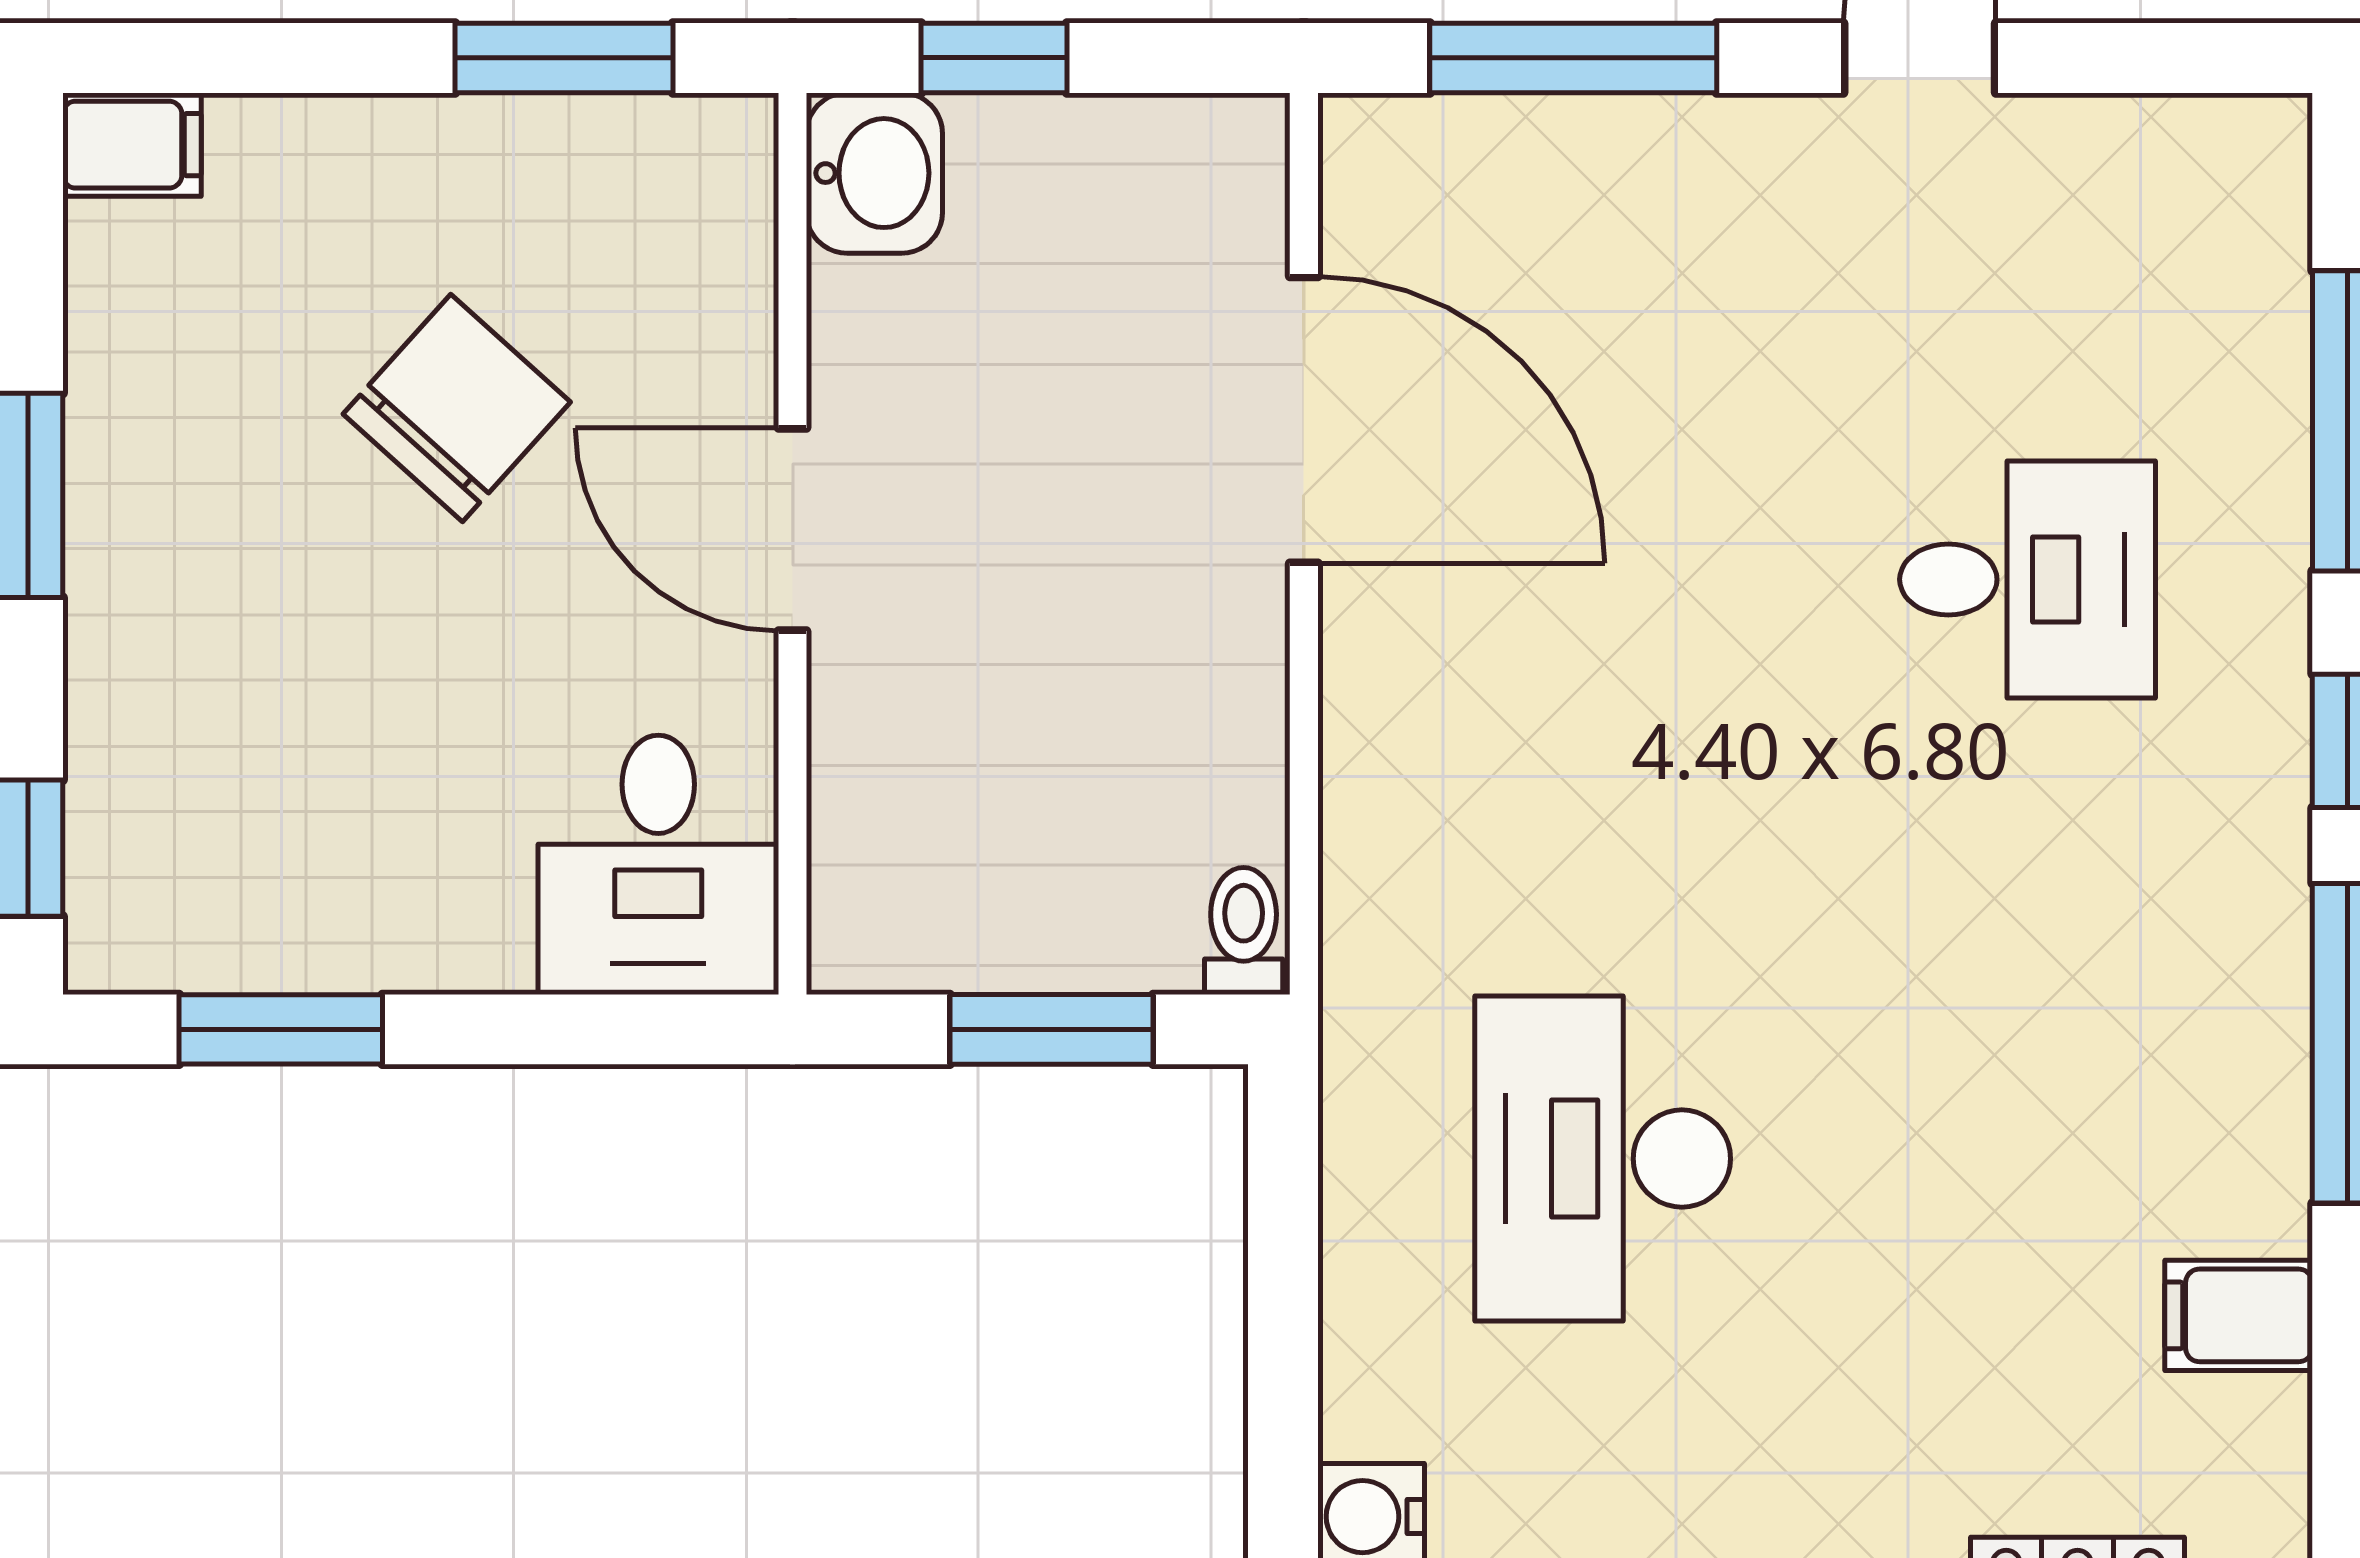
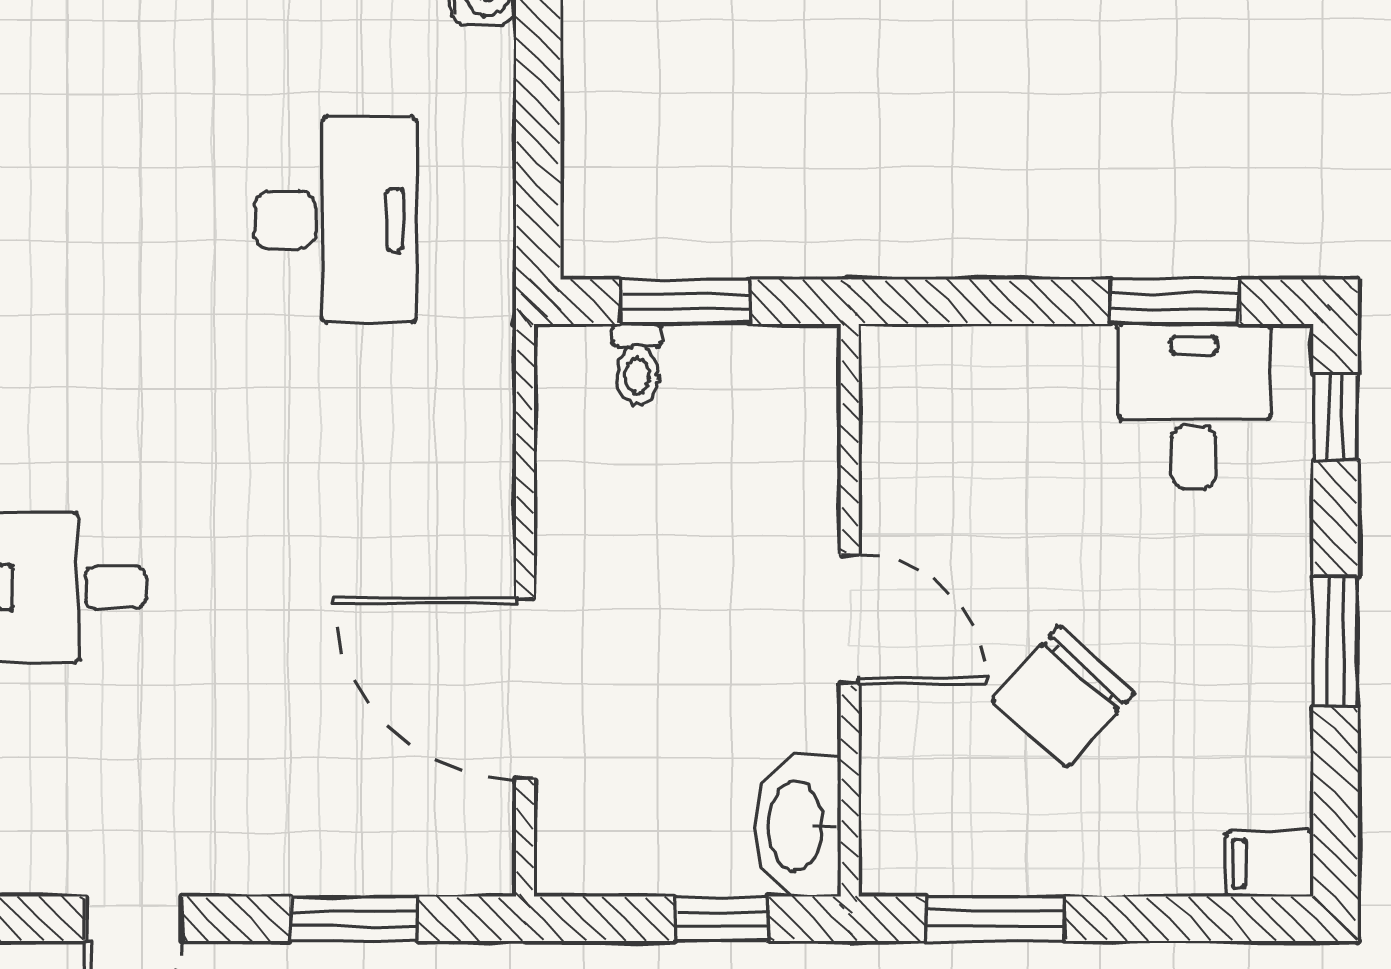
window: (1573, 58) -> (354, 919), width x0.69
washbasin: (874, 173) -> (798, 826), width x1.38
desk: (658, 865) -> (1194, 406), moved
toilet: (1244, 931) -> (637, 364), moved

